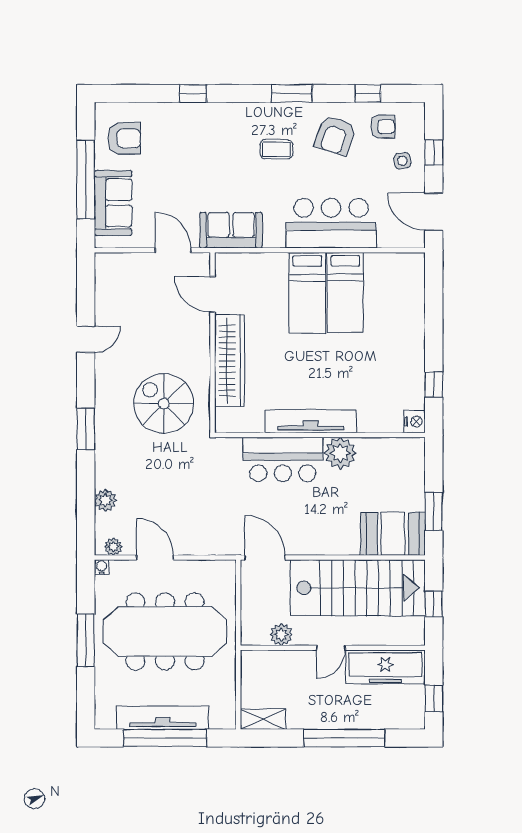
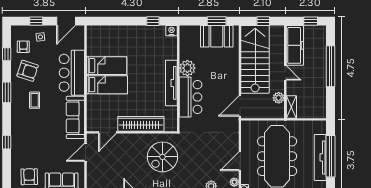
sofa: (231, 230) -> (75, 117), width x1.36
booth: (393, 534) -> (217, 36), moved, turned 90
shelving: (263, 719) -> (291, 107), moved

